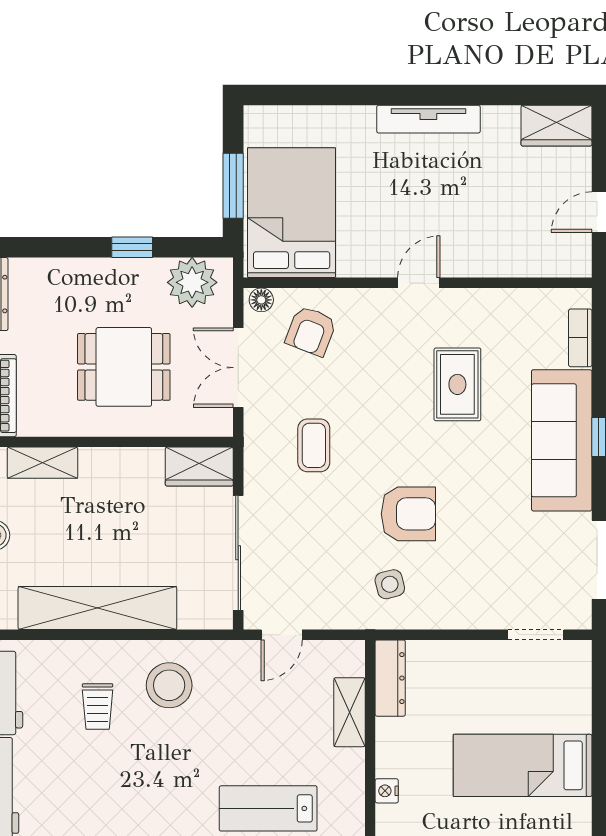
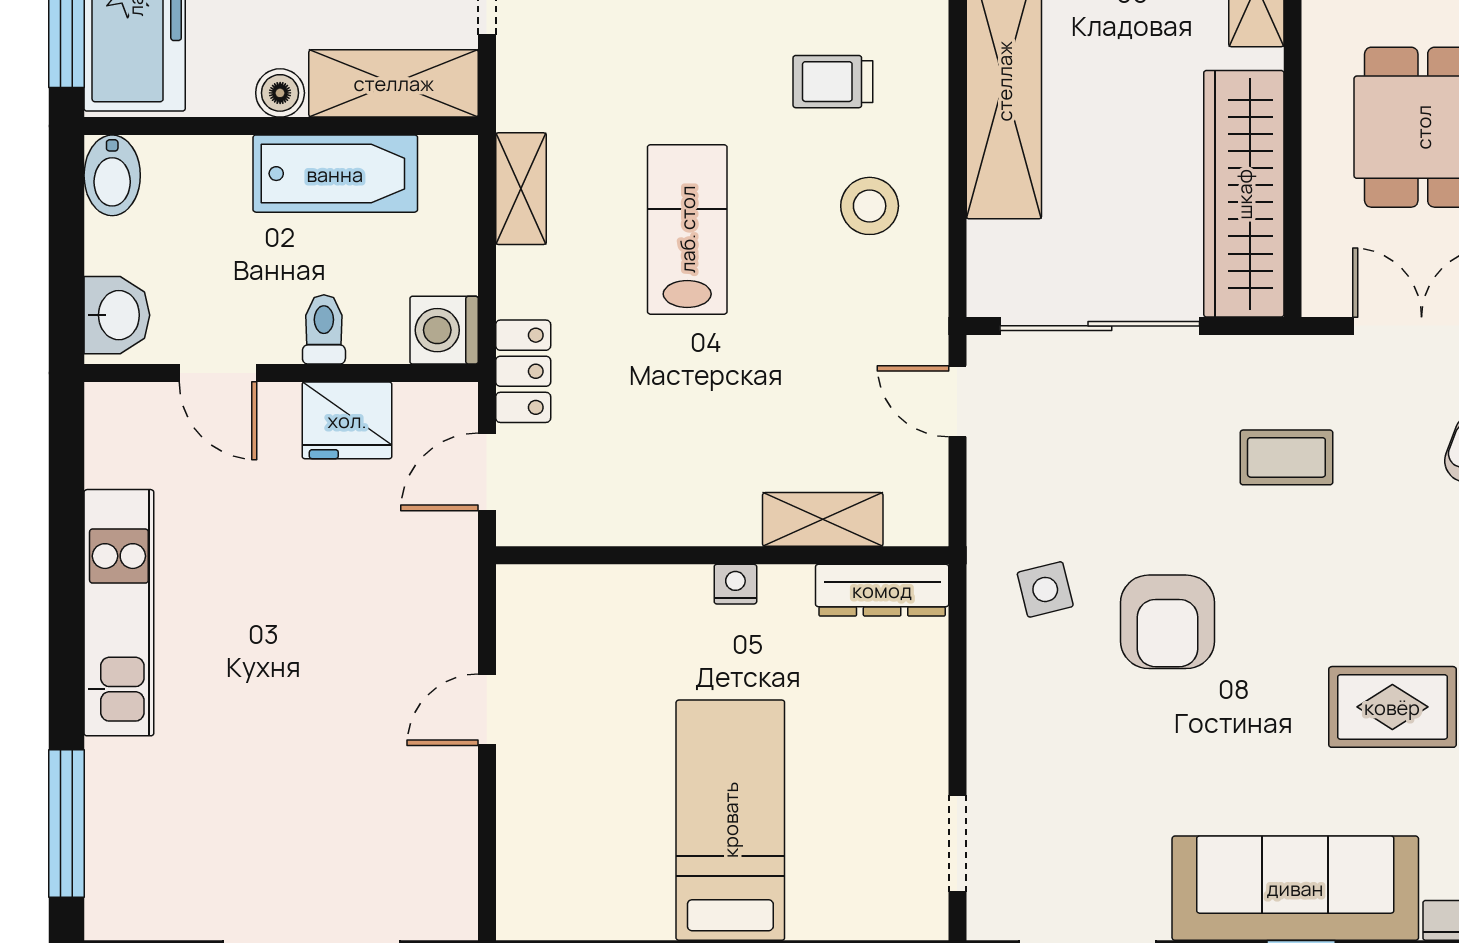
wardrobe: (199, 467) -> (1244, 194), width x2.10, depth x1.17
stool: (169, 685) -> (870, 206), width x0.73, depth x0.73
nightstand: (387, 791) -> (735, 584), moved
lab bench: (268, 808) -> (687, 229), moved

